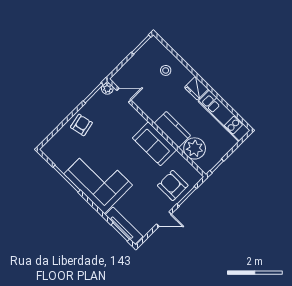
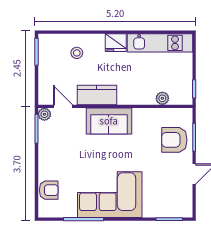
door: (124, 95) -> (63, 106), hinge flipped
armchair: (81, 125) -> (49, 190), moved, turned 102
kitchen counter: (172, 129) -> (97, 95), moved
sofa: (154, 144) -> (109, 121), moved
plant: (195, 148) -> (162, 98), width x0.53, depth x0.53
tv unit: (124, 226) -> (167, 211), removed

